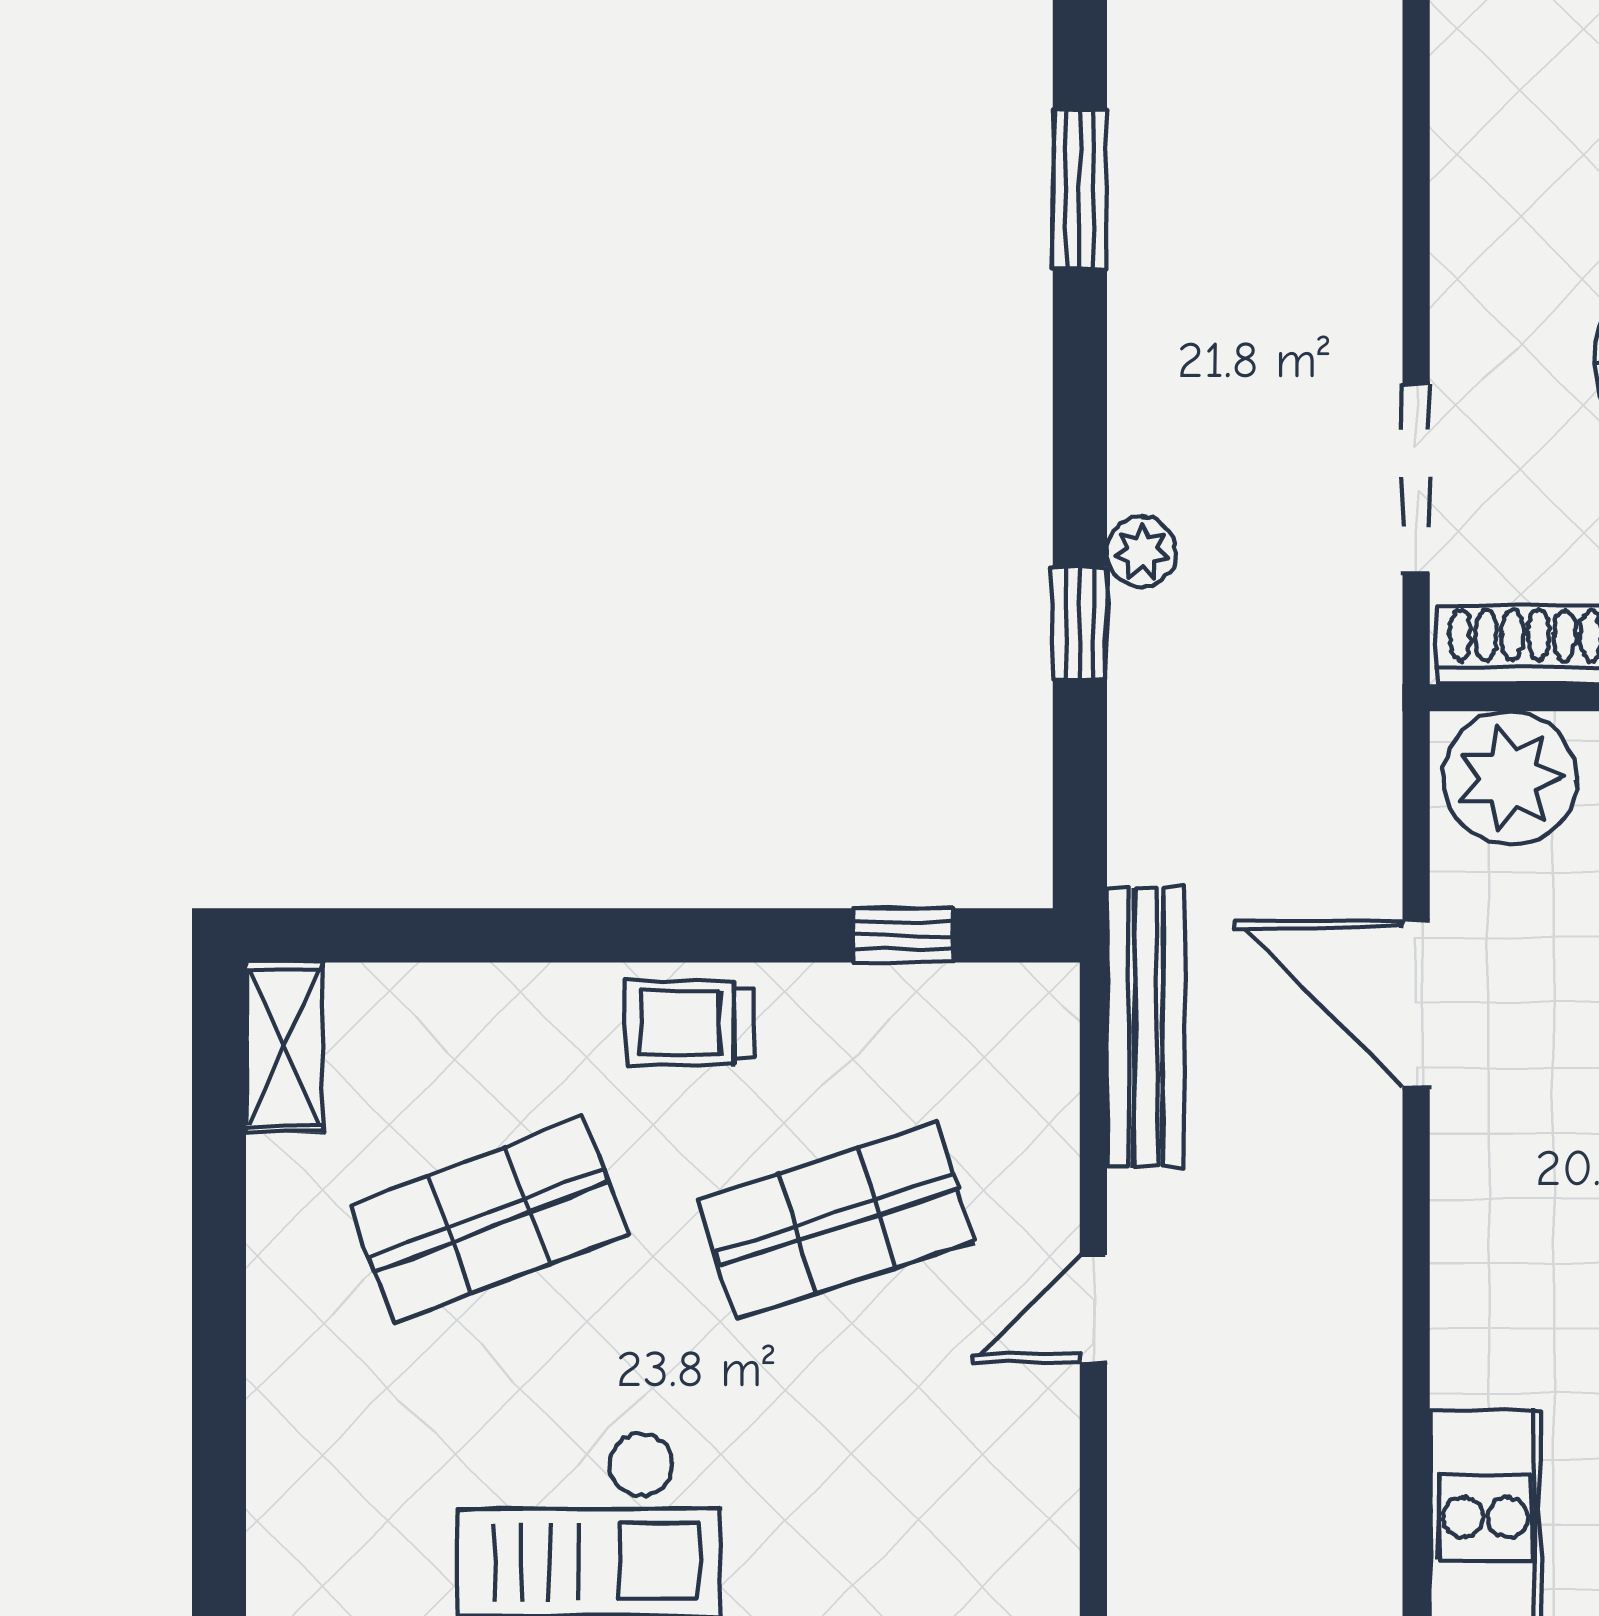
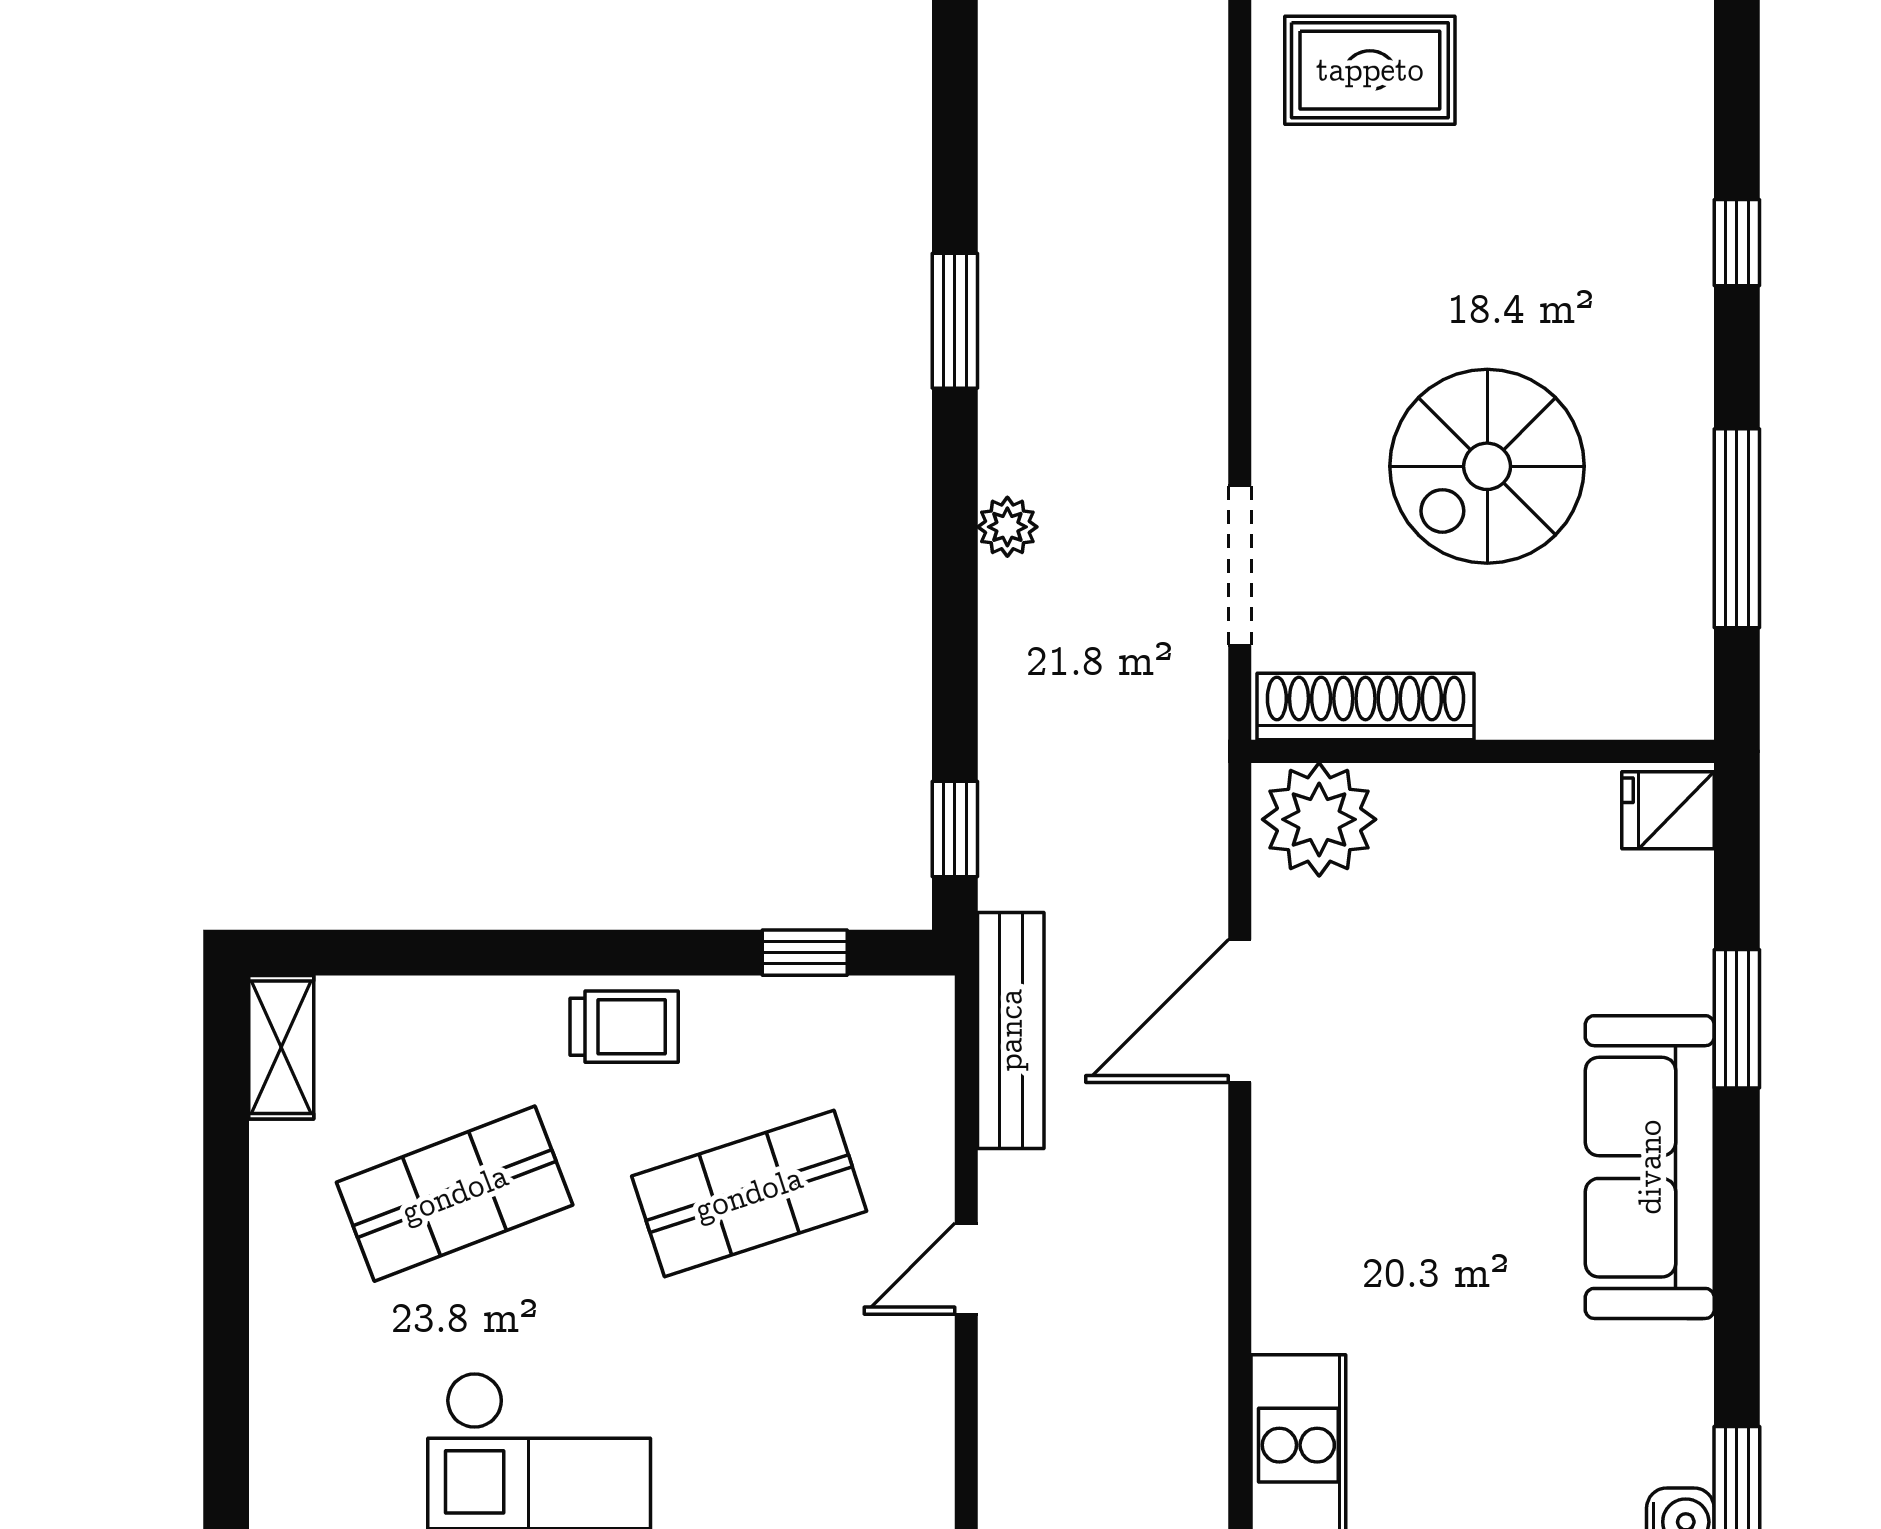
plant: (1142, 552) -> (1007, 527), moved
window: (1080, 623) -> (955, 829), moved
door: (1416, 1004) -> (1240, 1011), hinge flipped
trolley: (689, 1023) -> (624, 1027), turned 180

